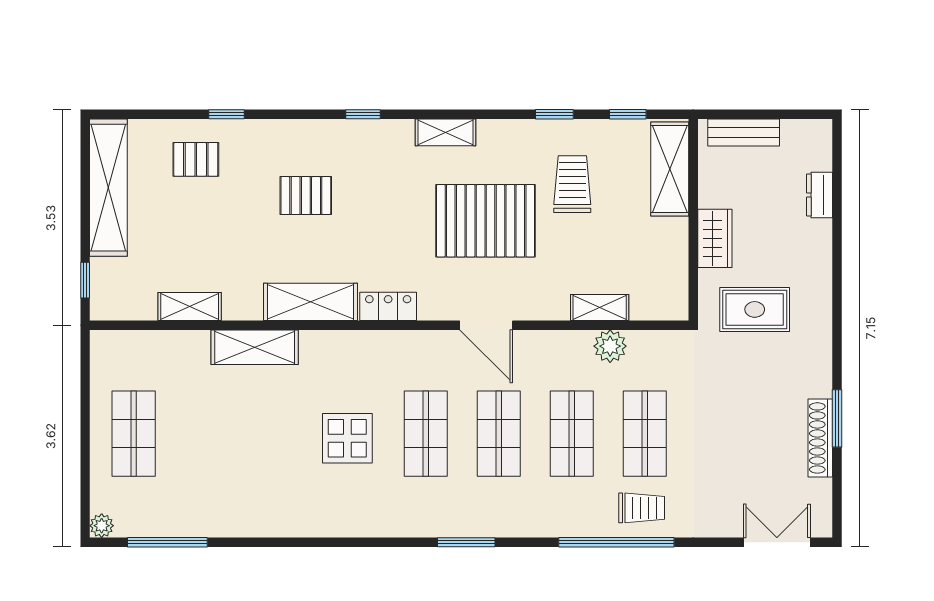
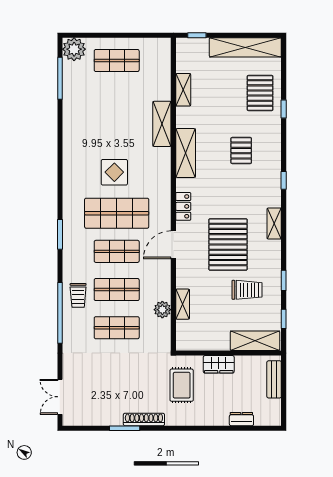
pallet: (196, 159) -> (260, 93), width x1.50, depth x1.42
locker: (388, 306) -> (183, 206), moved
shop shelf: (426, 434) -> (117, 213), width x1.43, depth x1.36
shoe rack: (820, 438) -> (144, 419), moved
trolley: (642, 508) -> (78, 295), moved
plant: (102, 526) -> (74, 49), width x1.88, depth x1.88
double door: (777, 542) -> (60, 397), swing flipped

